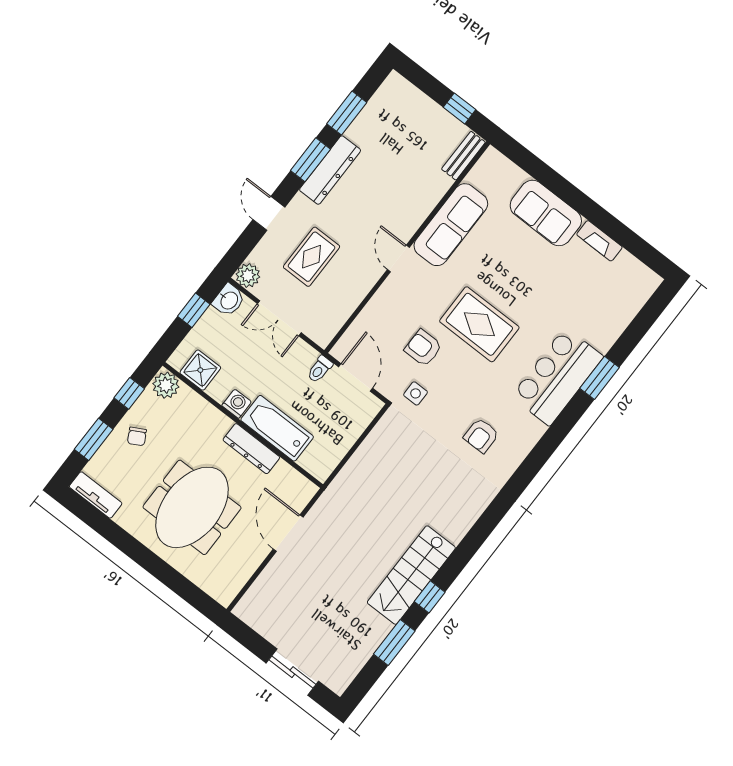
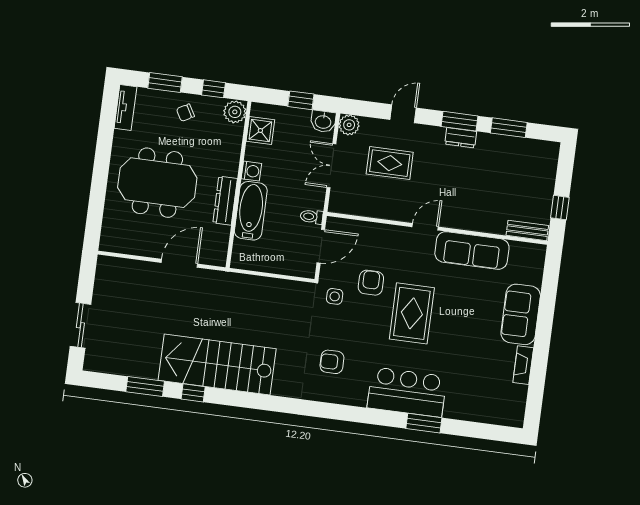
dresser: (330, 170) -> (461, 138), width x0.51, depth x0.80
stairs: (411, 575) -> (217, 364), width x1.36, depth x1.51

